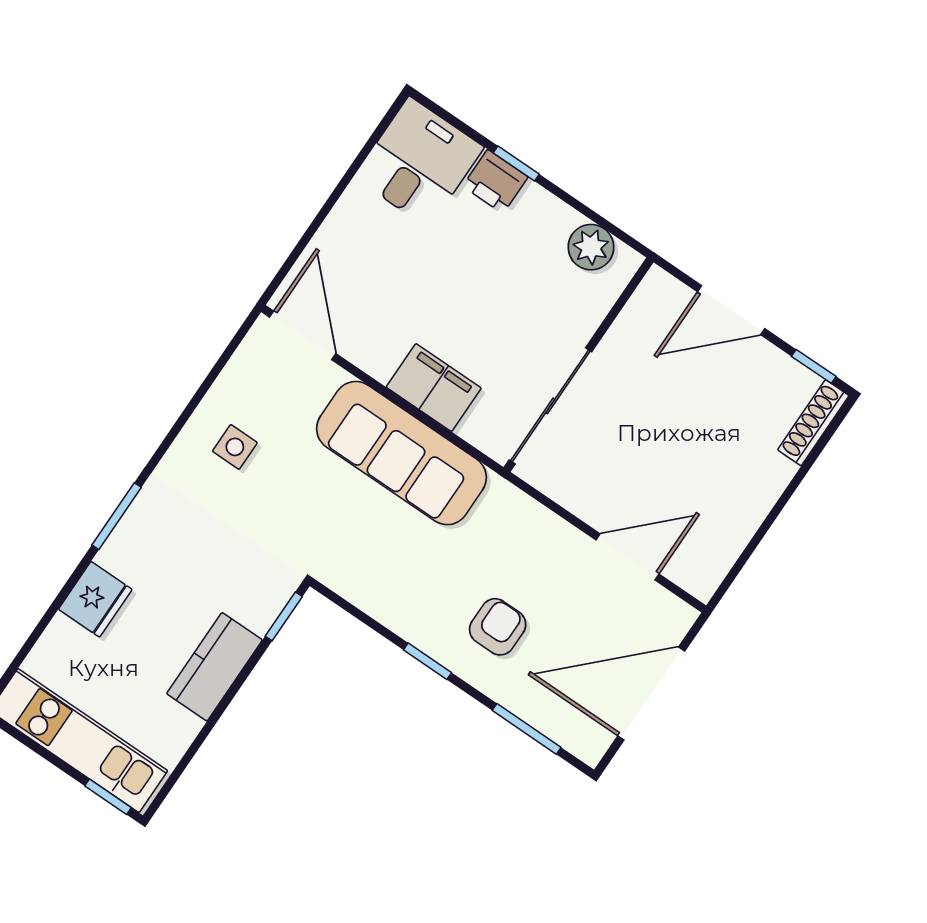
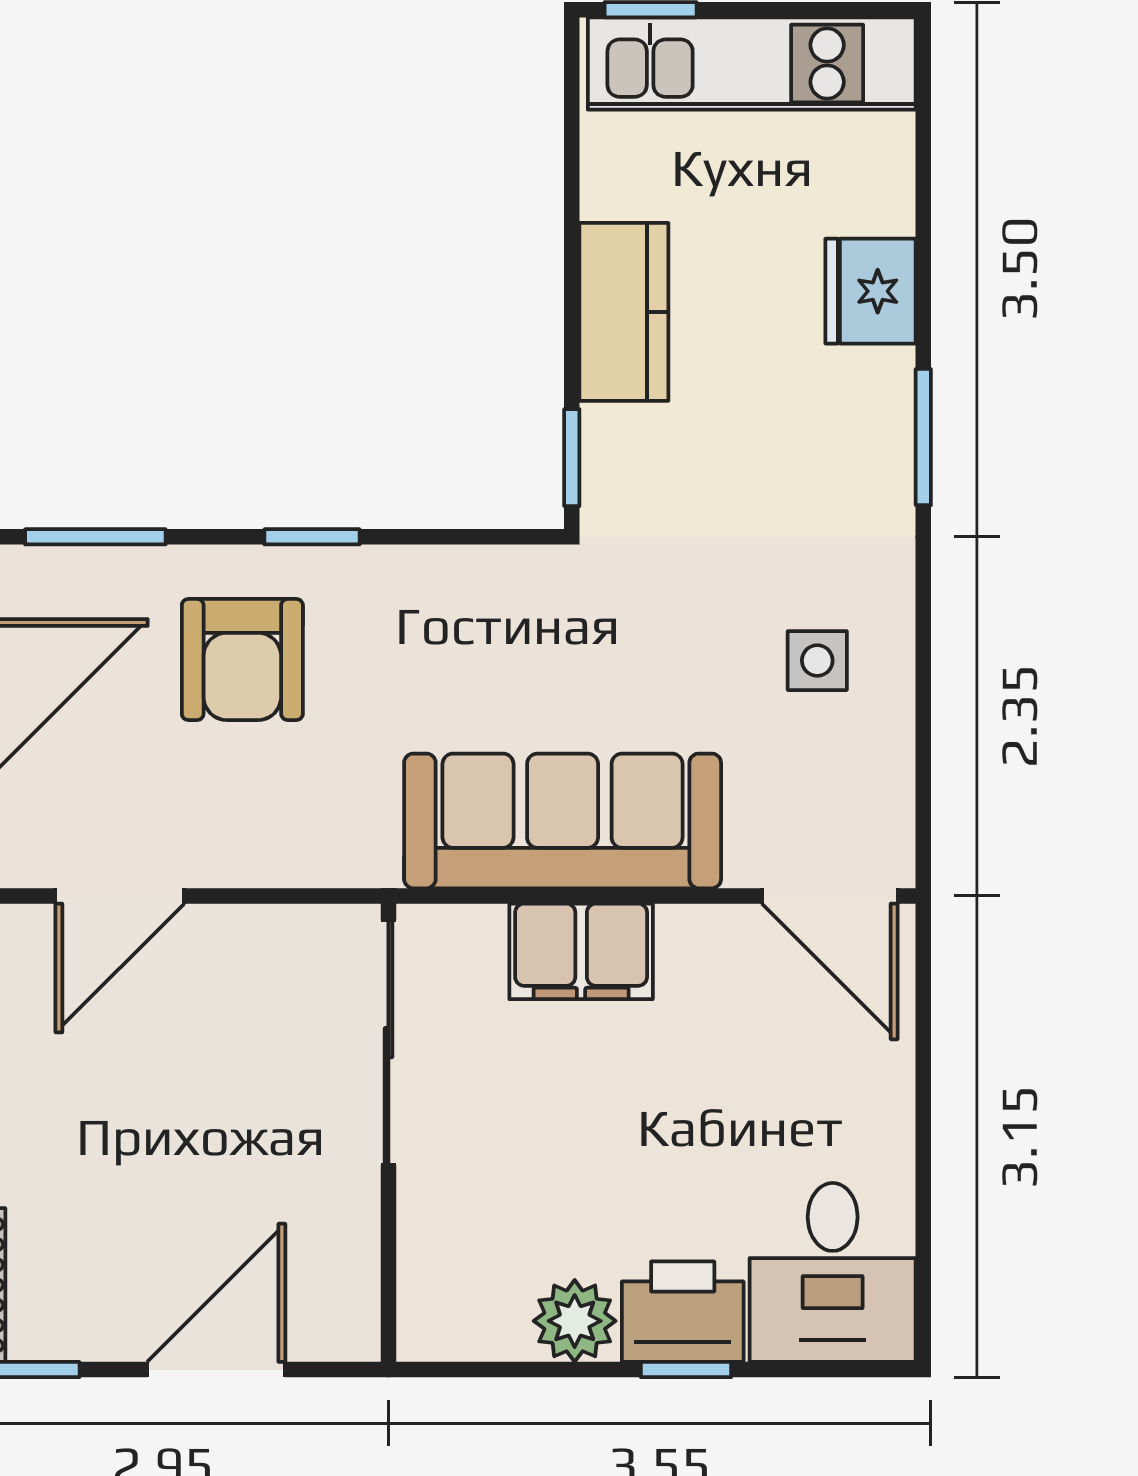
printer: (495, 181) -> (683, 1312), width x1.36, depth x1.24
plant: (591, 247) -> (575, 1321), moved
armchair: (498, 627) -> (242, 659), width x1.38, depth x1.38

